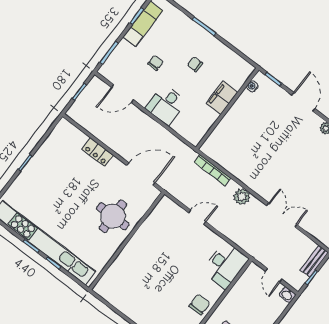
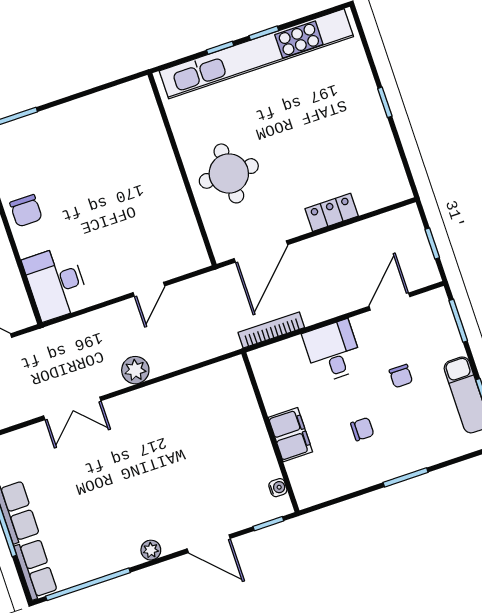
bookcase: (212, 170) -> (271, 330), moved

